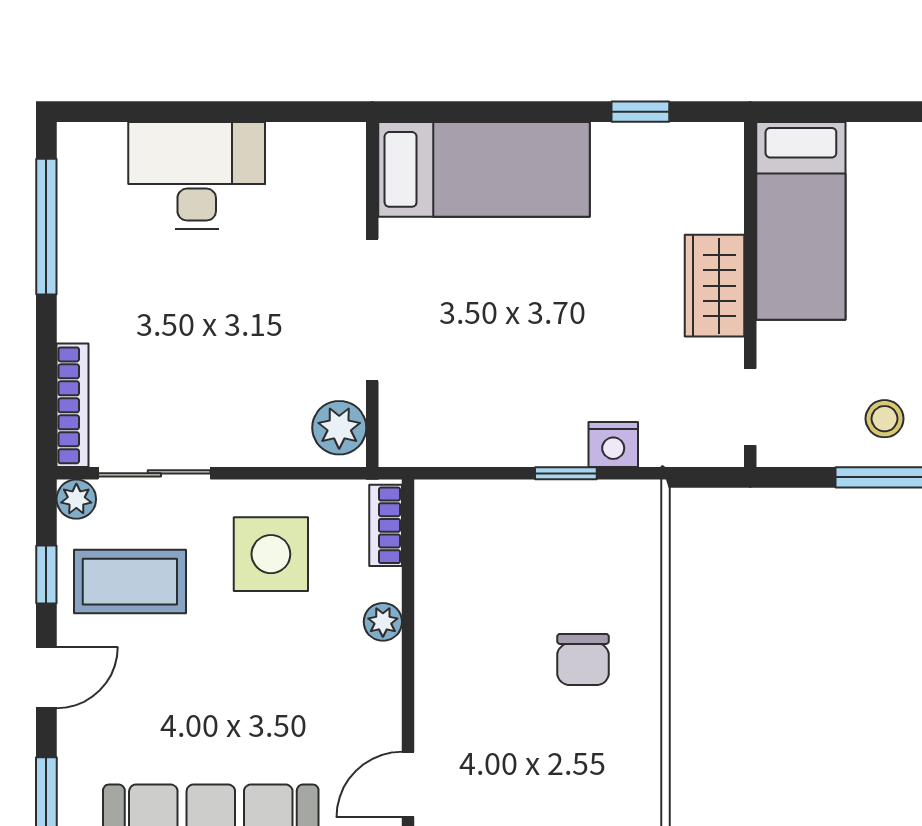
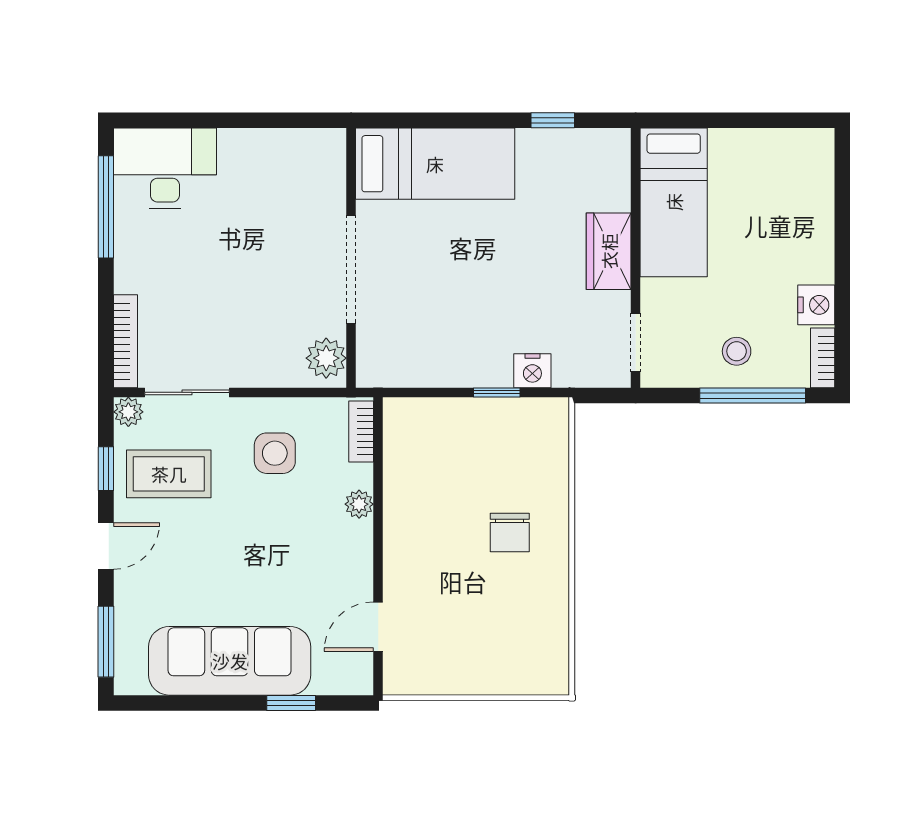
desk: (197, 176) -> (165, 168), moved
side table: (271, 554) -> (275, 453), width x0.73, depth x0.73

